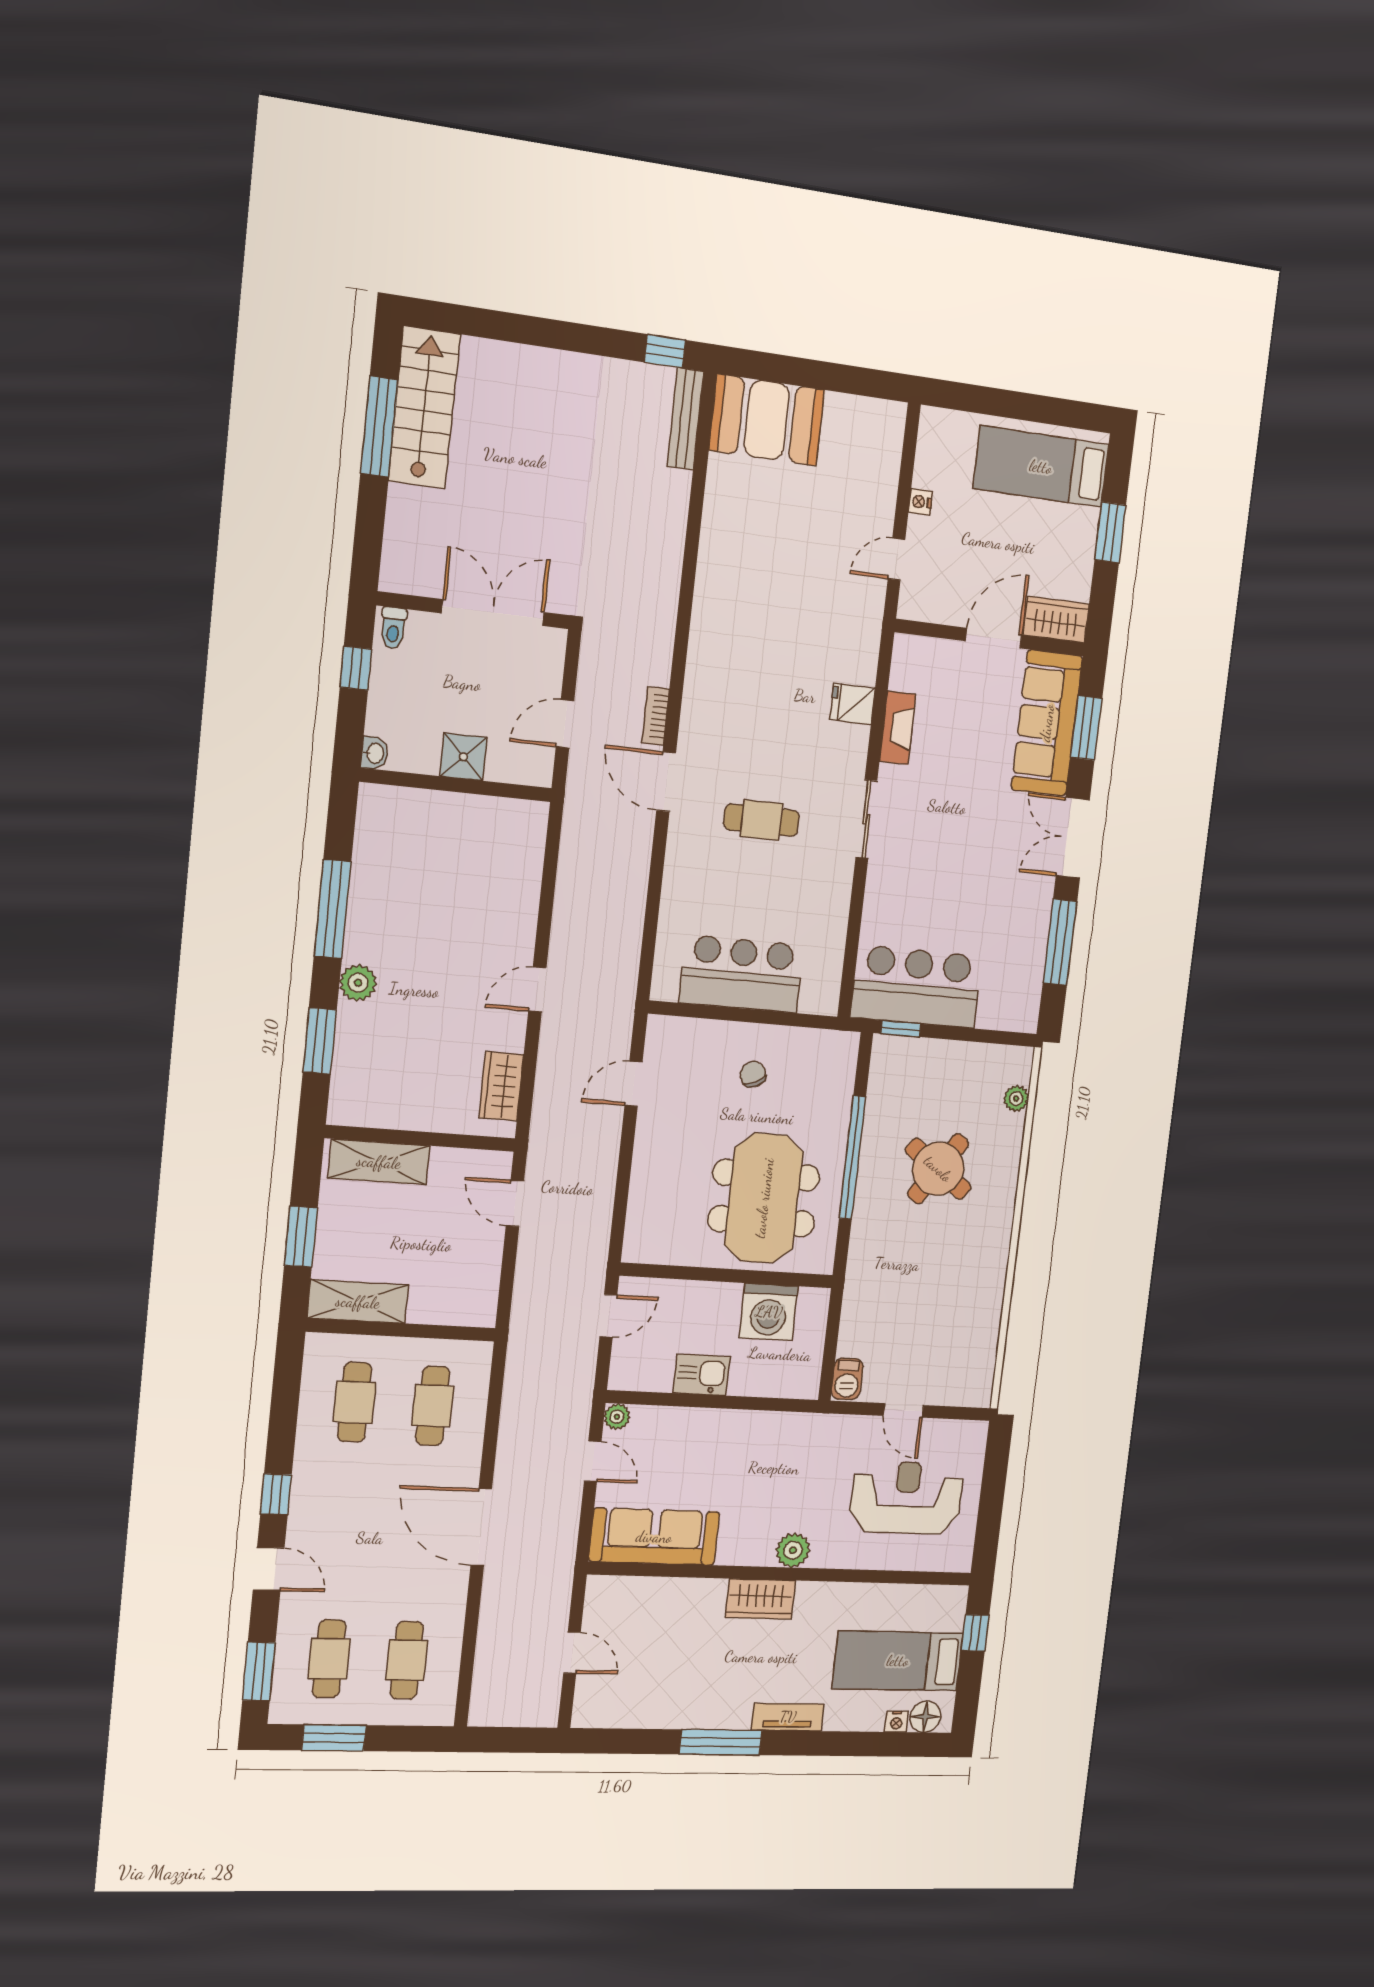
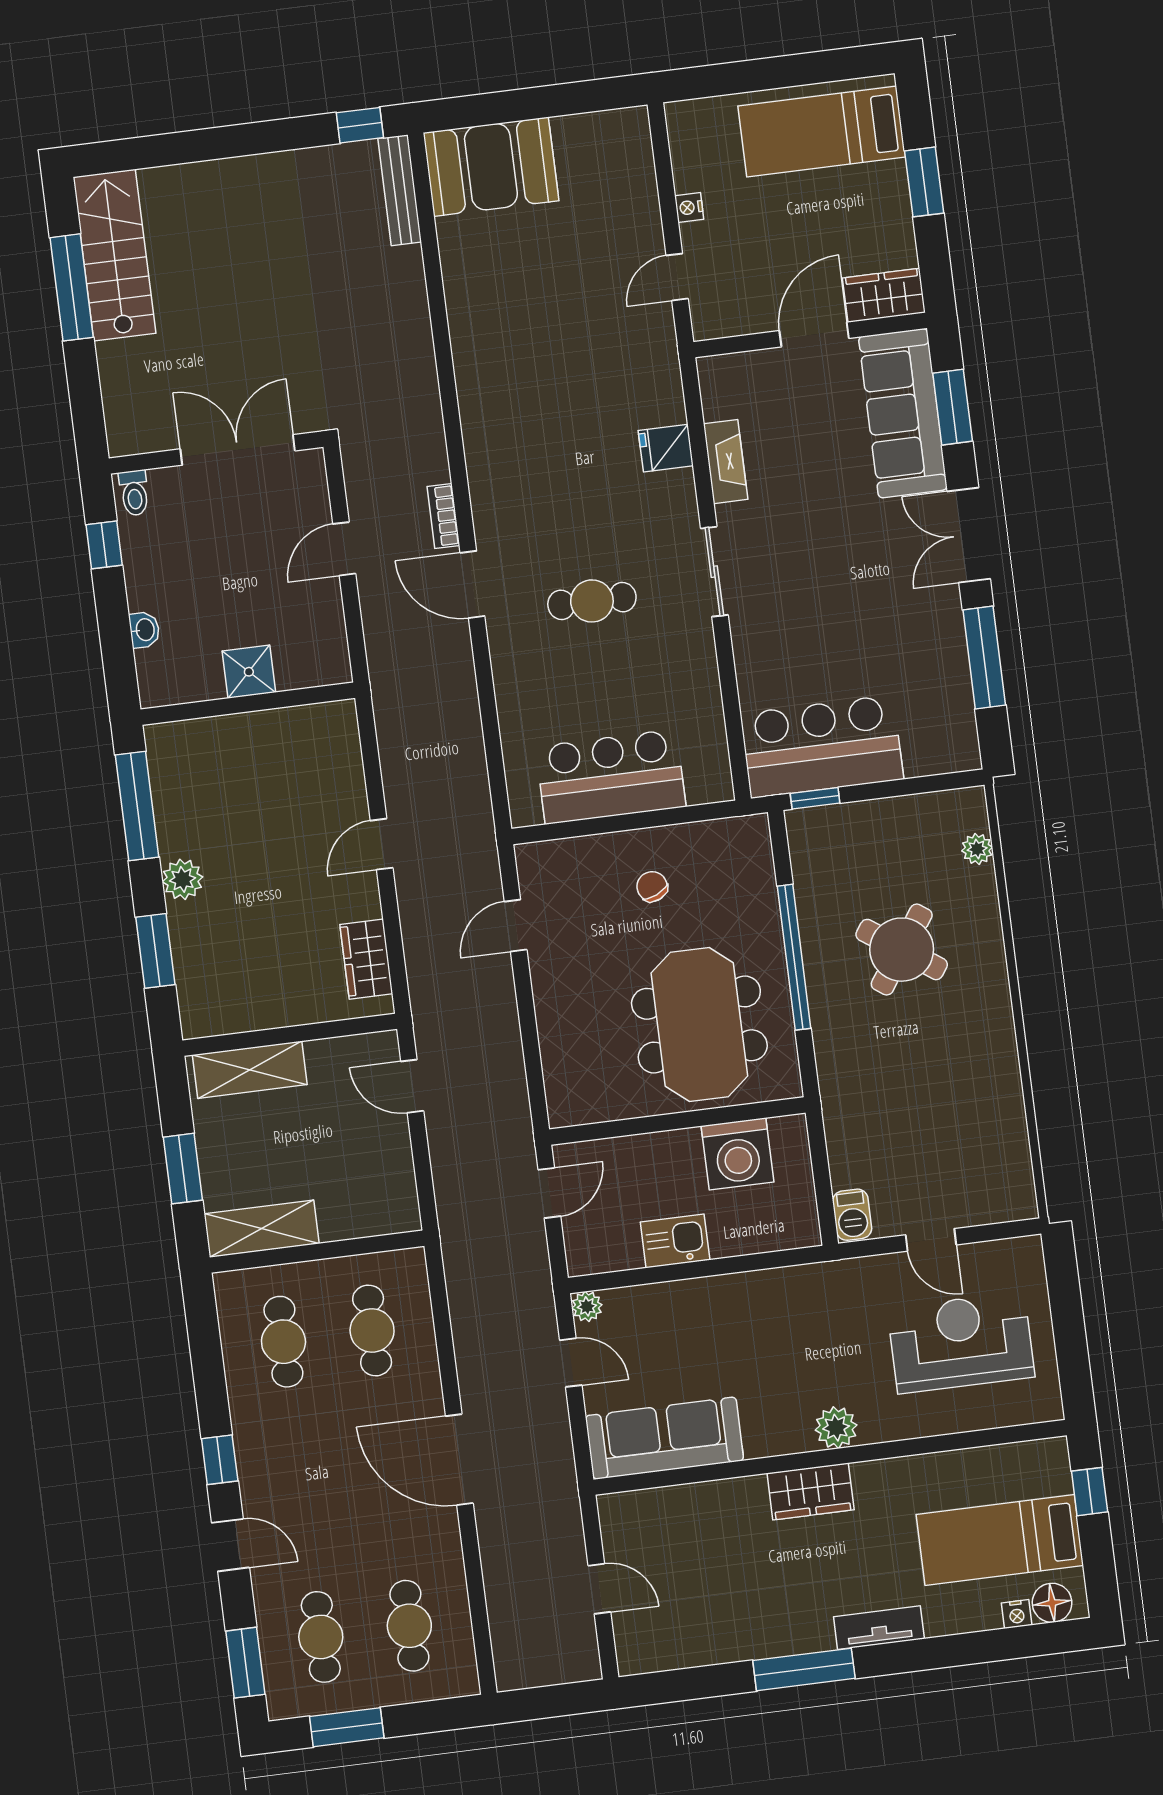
shower: (463, 757) -> (249, 672), moved
wall: (456, 785) -> (248, 704), moved

